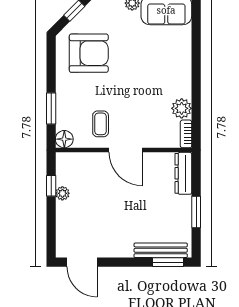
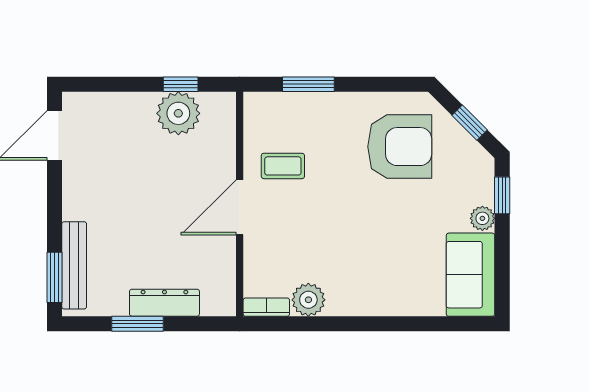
armchair: (89, 53) -> (400, 147), turned -90
floor lamp: (64, 139) -> (258, 106), removed
dresser: (183, 173) -> (164, 303), moved
plant: (62, 193) -> (178, 113), width x1.88, depth x1.88

